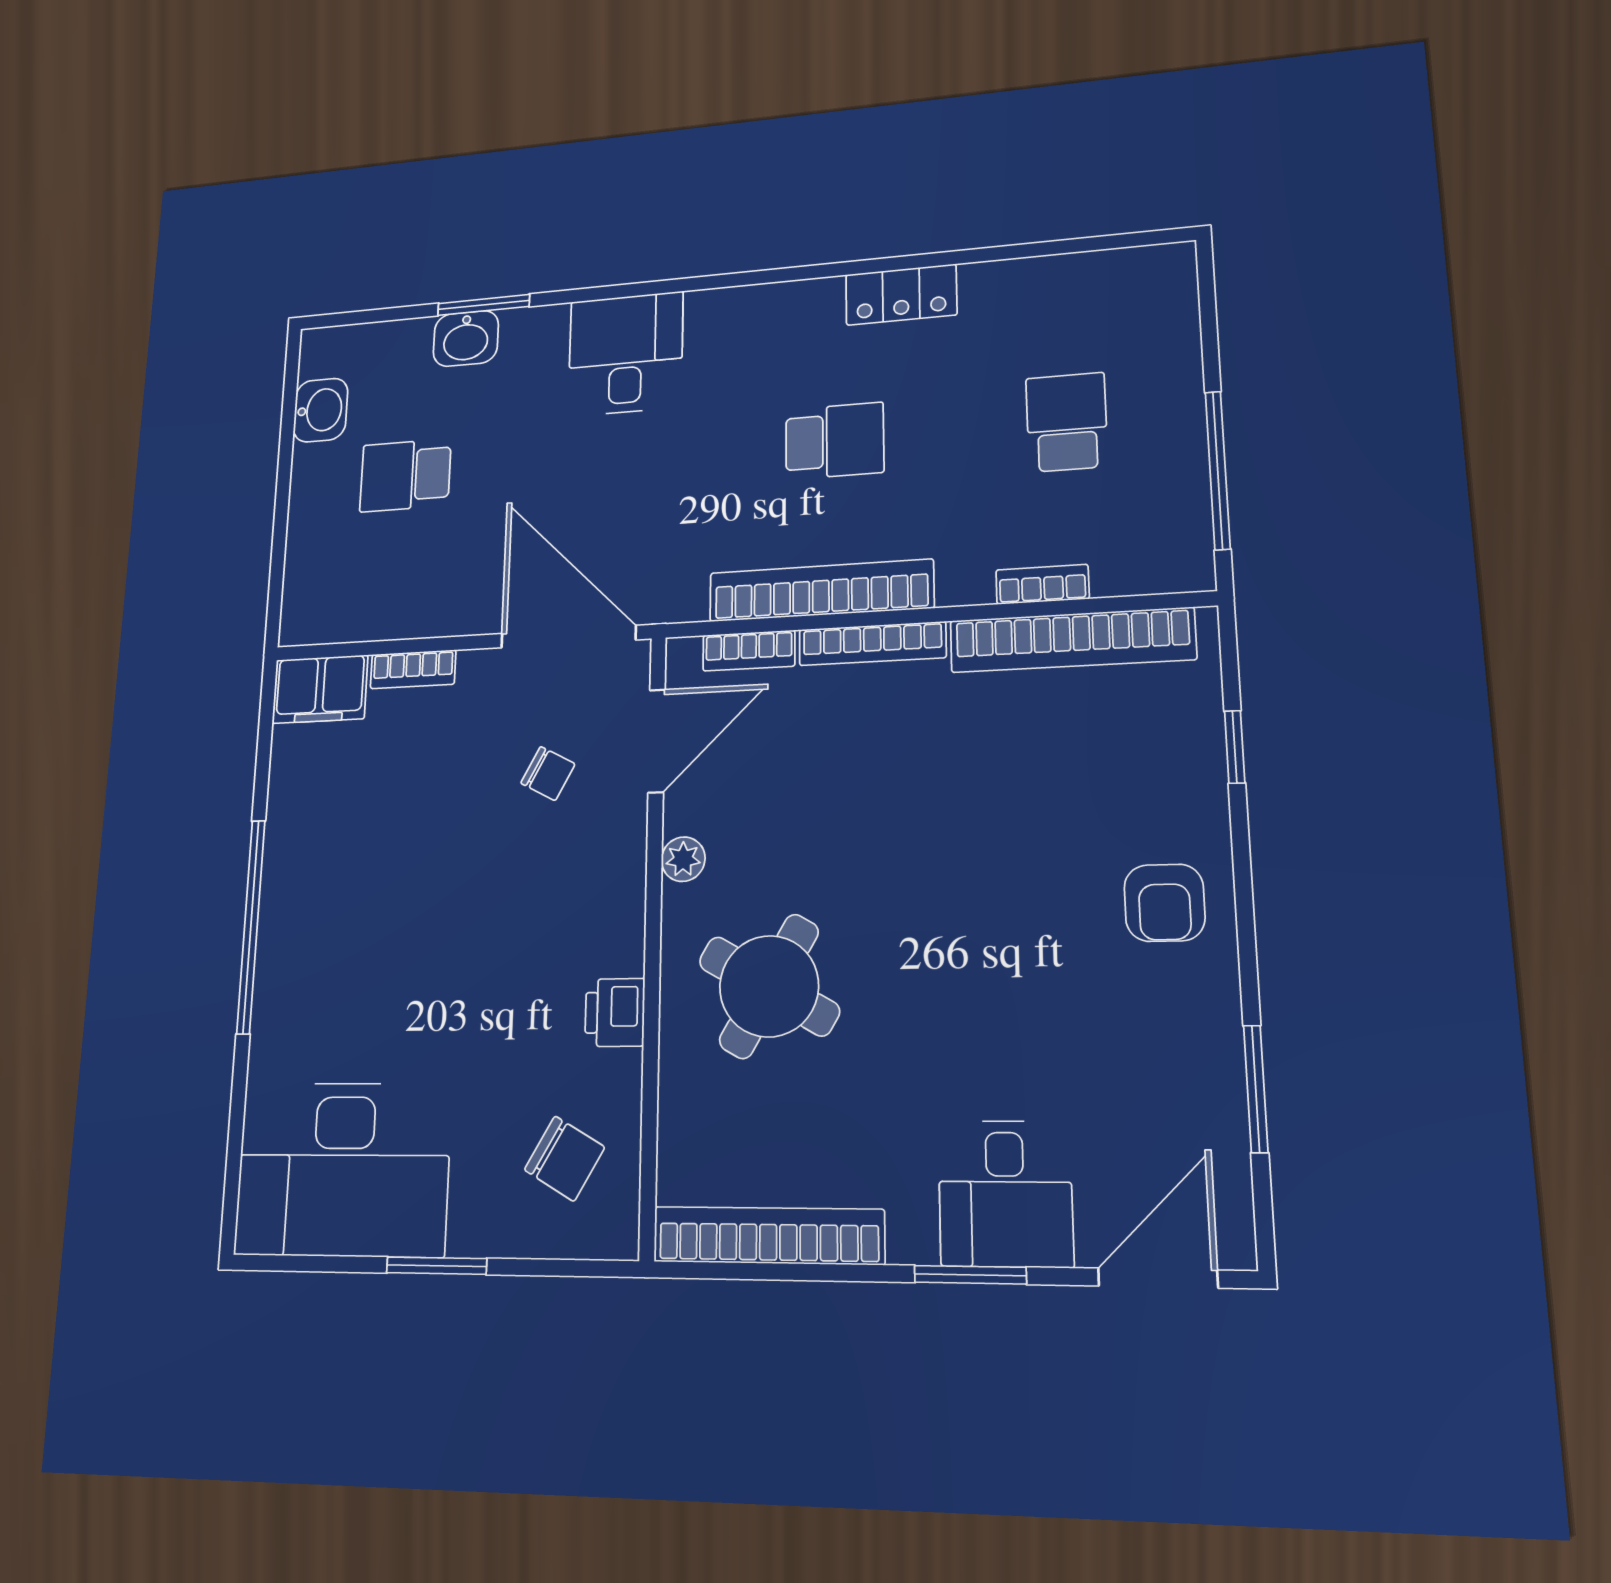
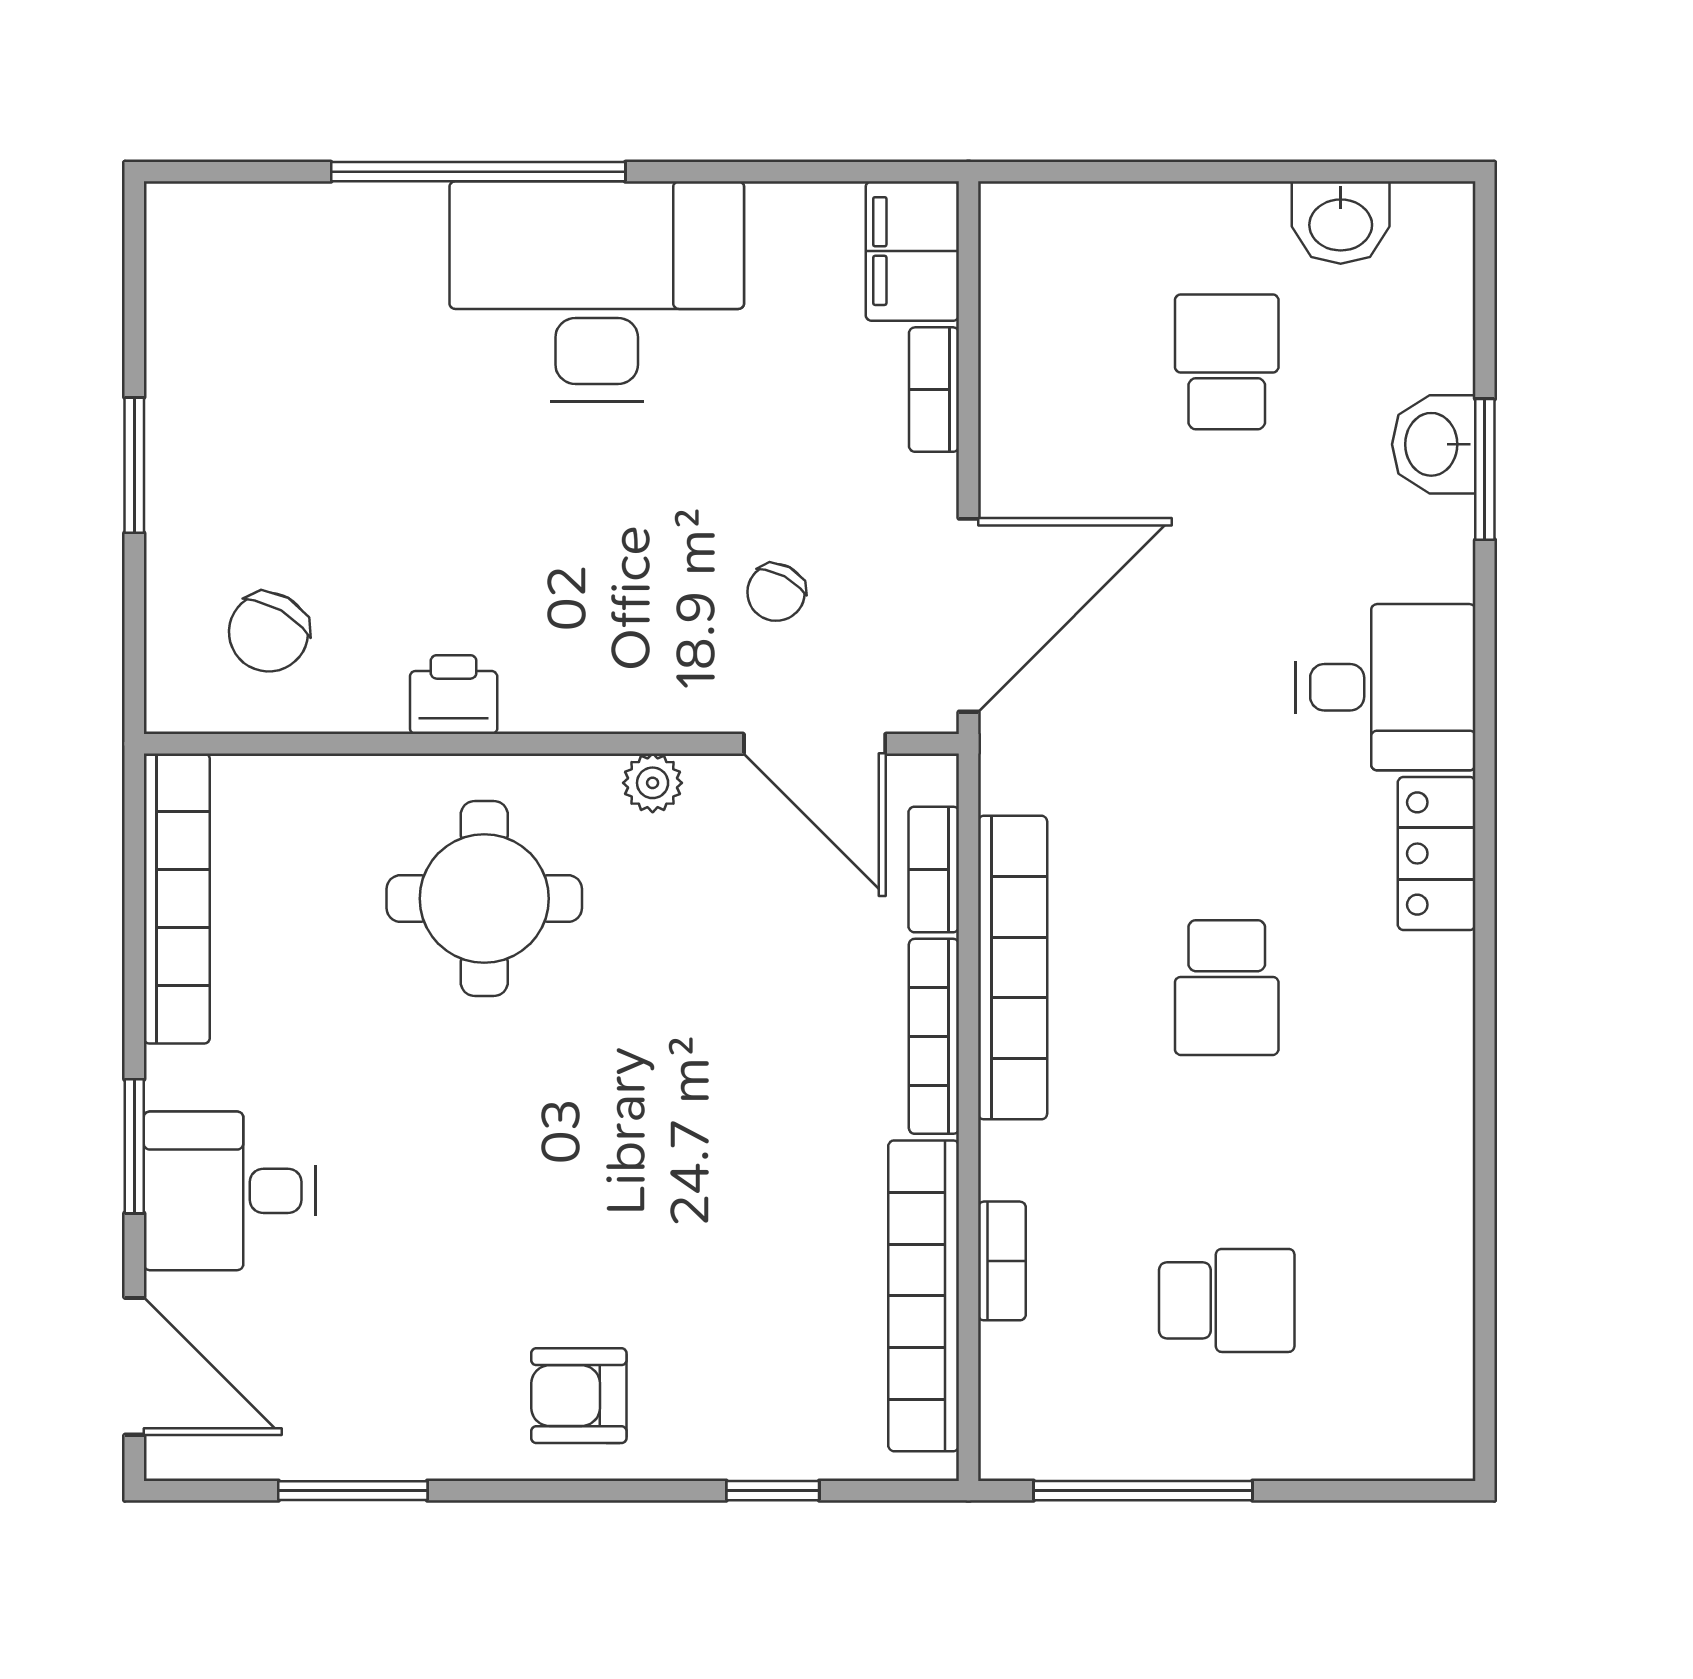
locker: (901, 295) -> (1437, 854), moved
window: (251, 926) -> (478, 172), moved
round table: (769, 986) -> (484, 899), turned -30
desk: (343, 1169) -> (597, 291), moved, turned 90

